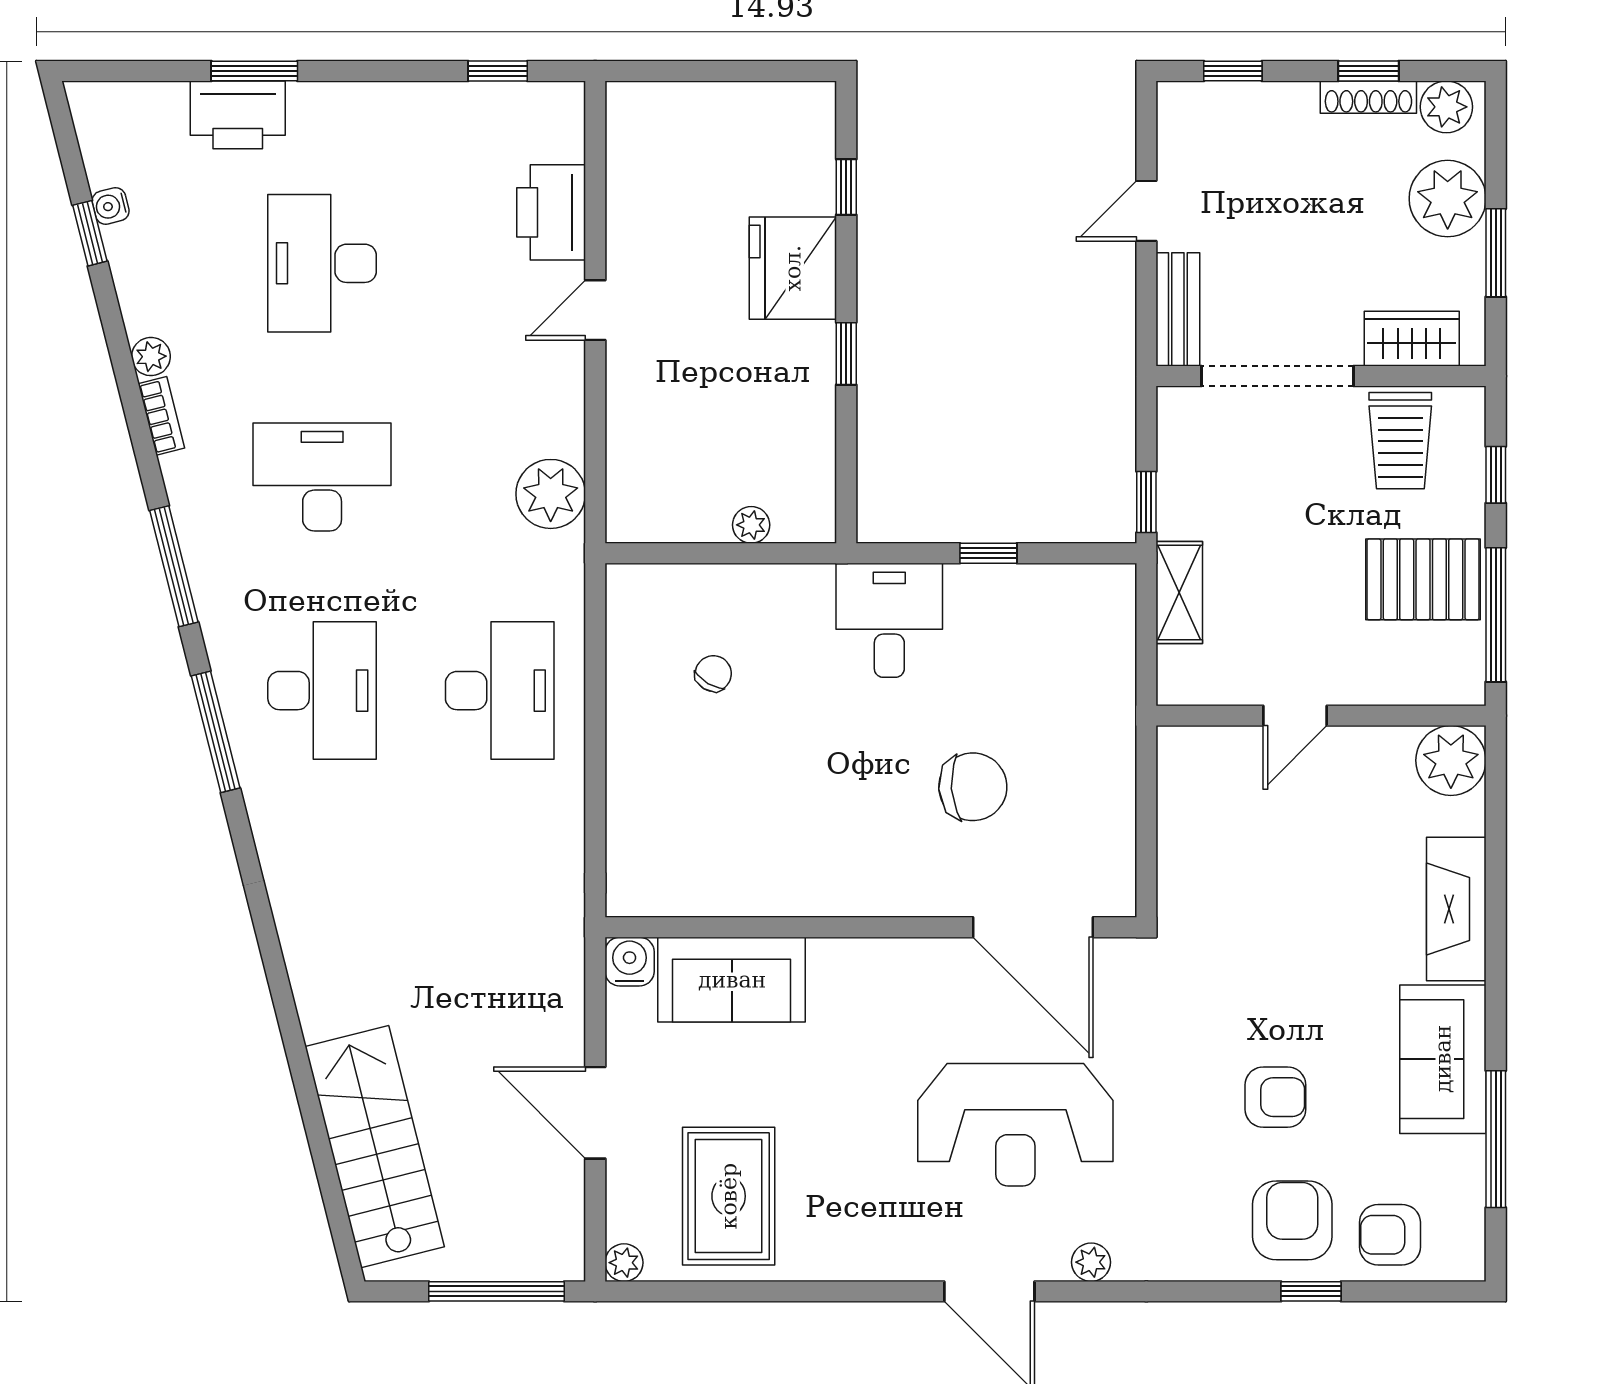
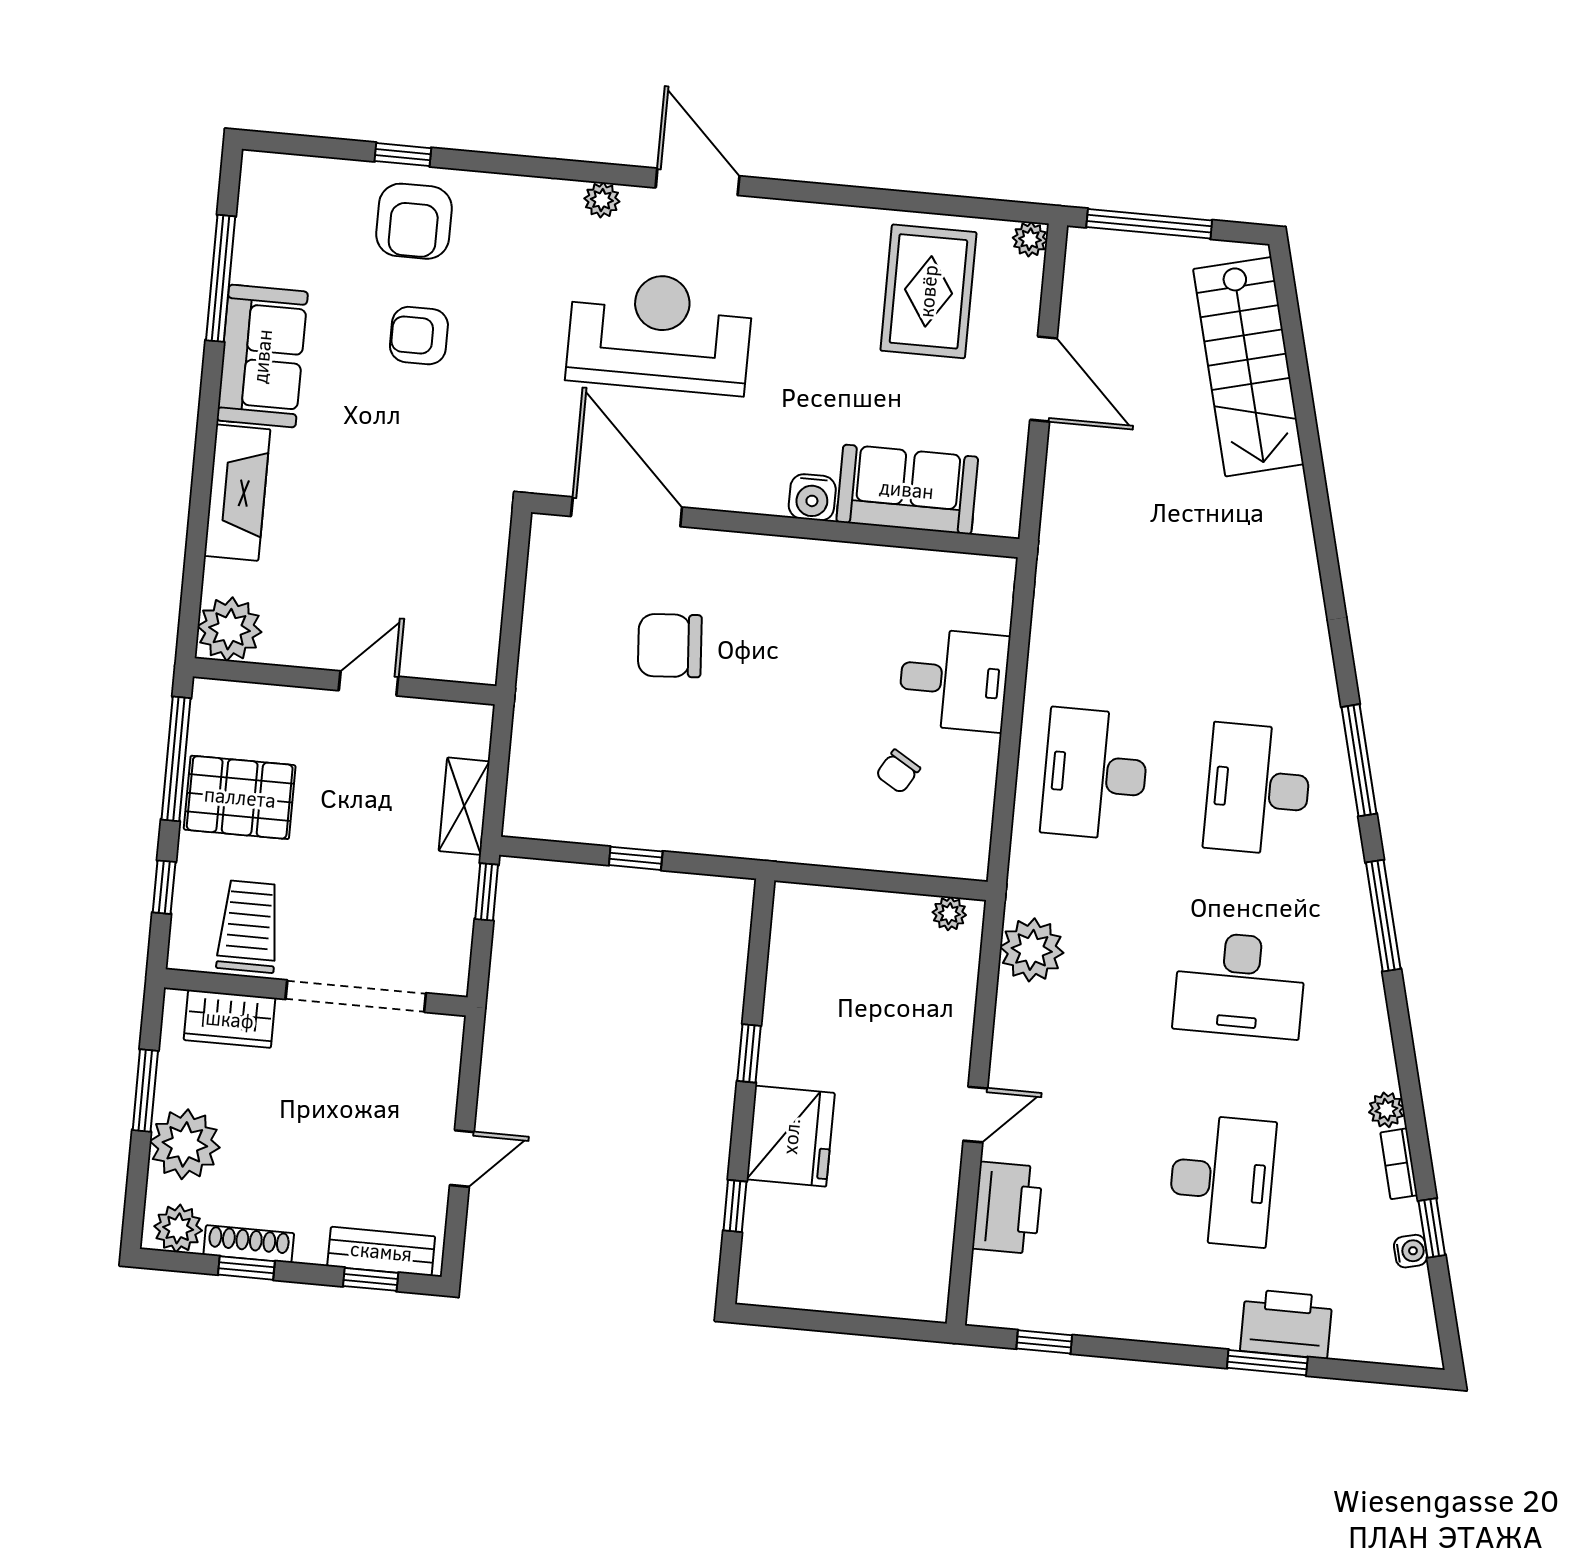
bench: (1178, 309) -> (381, 1251), moved, turned 90
bookcase: (161, 416) -> (1399, 1164), moved
plant: (751, 525) -> (949, 914), moved
desk: (889, 620) -> (954, 680), moved, turned -90
water cooler: (630, 962) -> (812, 497), moved
armchair: (1390, 1235) -> (326, 200), removed

